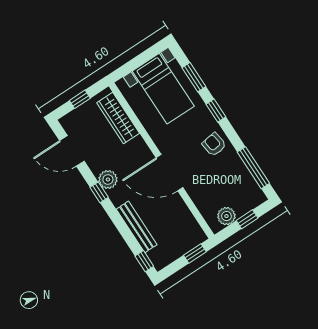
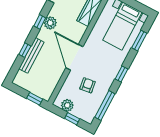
window: (216, 111) -> (122, 74), moved
armchair: (214, 145) -> (88, 85), moved
window: (144, 261) -> (25, 50), moved

